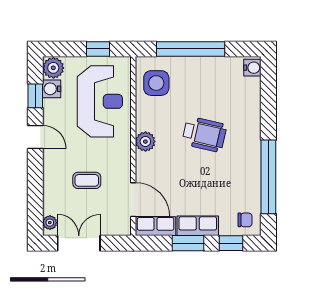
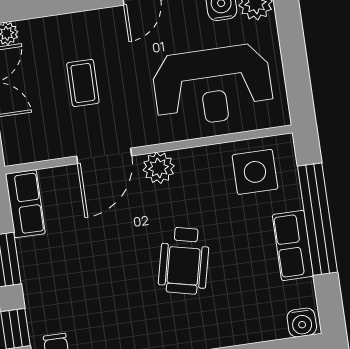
window: (98, 49) -> (296, 71), removed
door: (133, 200) -> (104, 156), moved
row of seats: (198, 226) -> (293, 245), moved, turned 180

